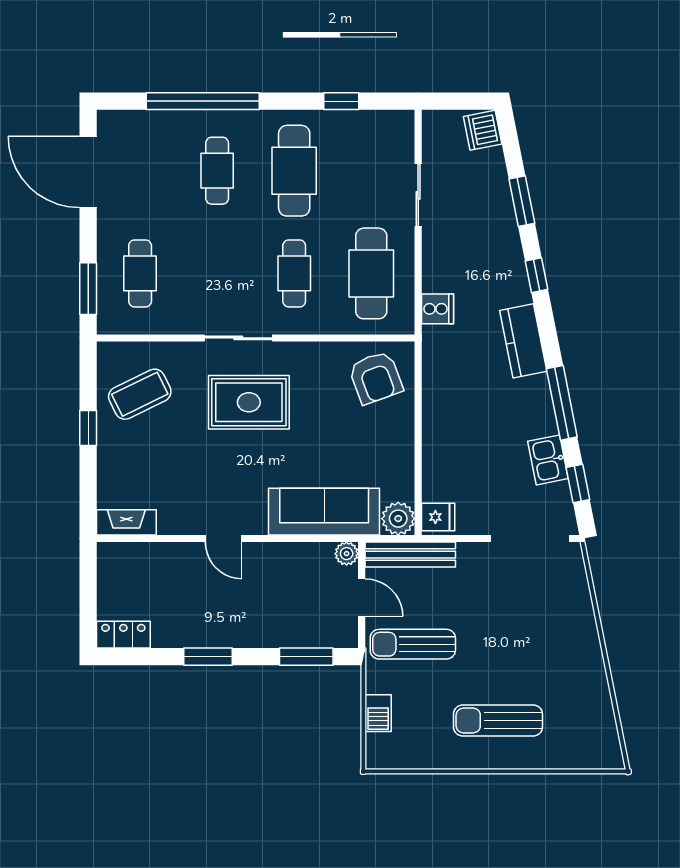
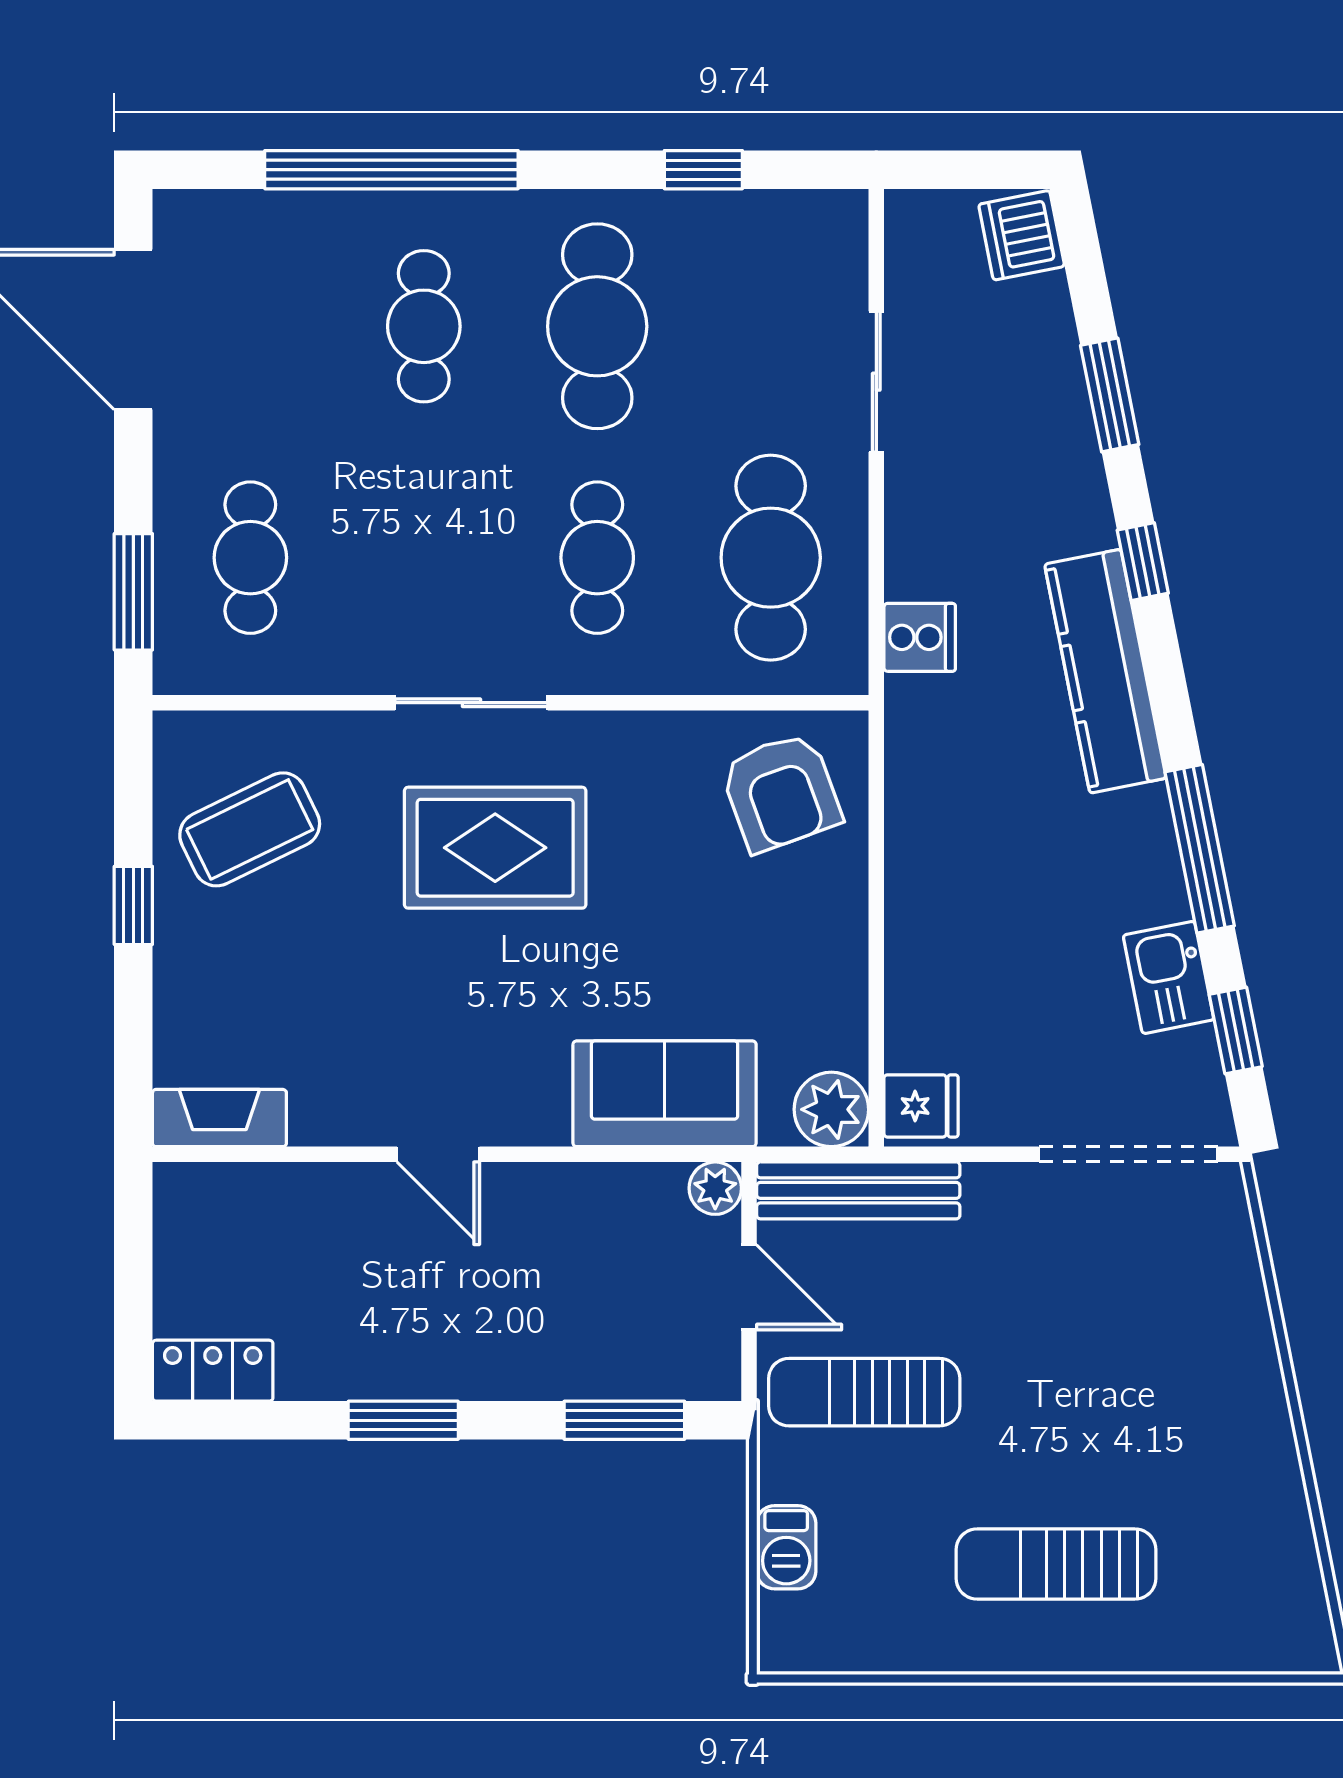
kitchen counter: (523, 341) -> (1105, 671), width x1.50
sofa: (324, 512) -> (665, 1094), width x0.73

